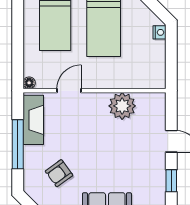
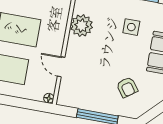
fireplace: (33, 120) -> (80, 100), removed
side table: (131, 165) -> (131, 27), added

